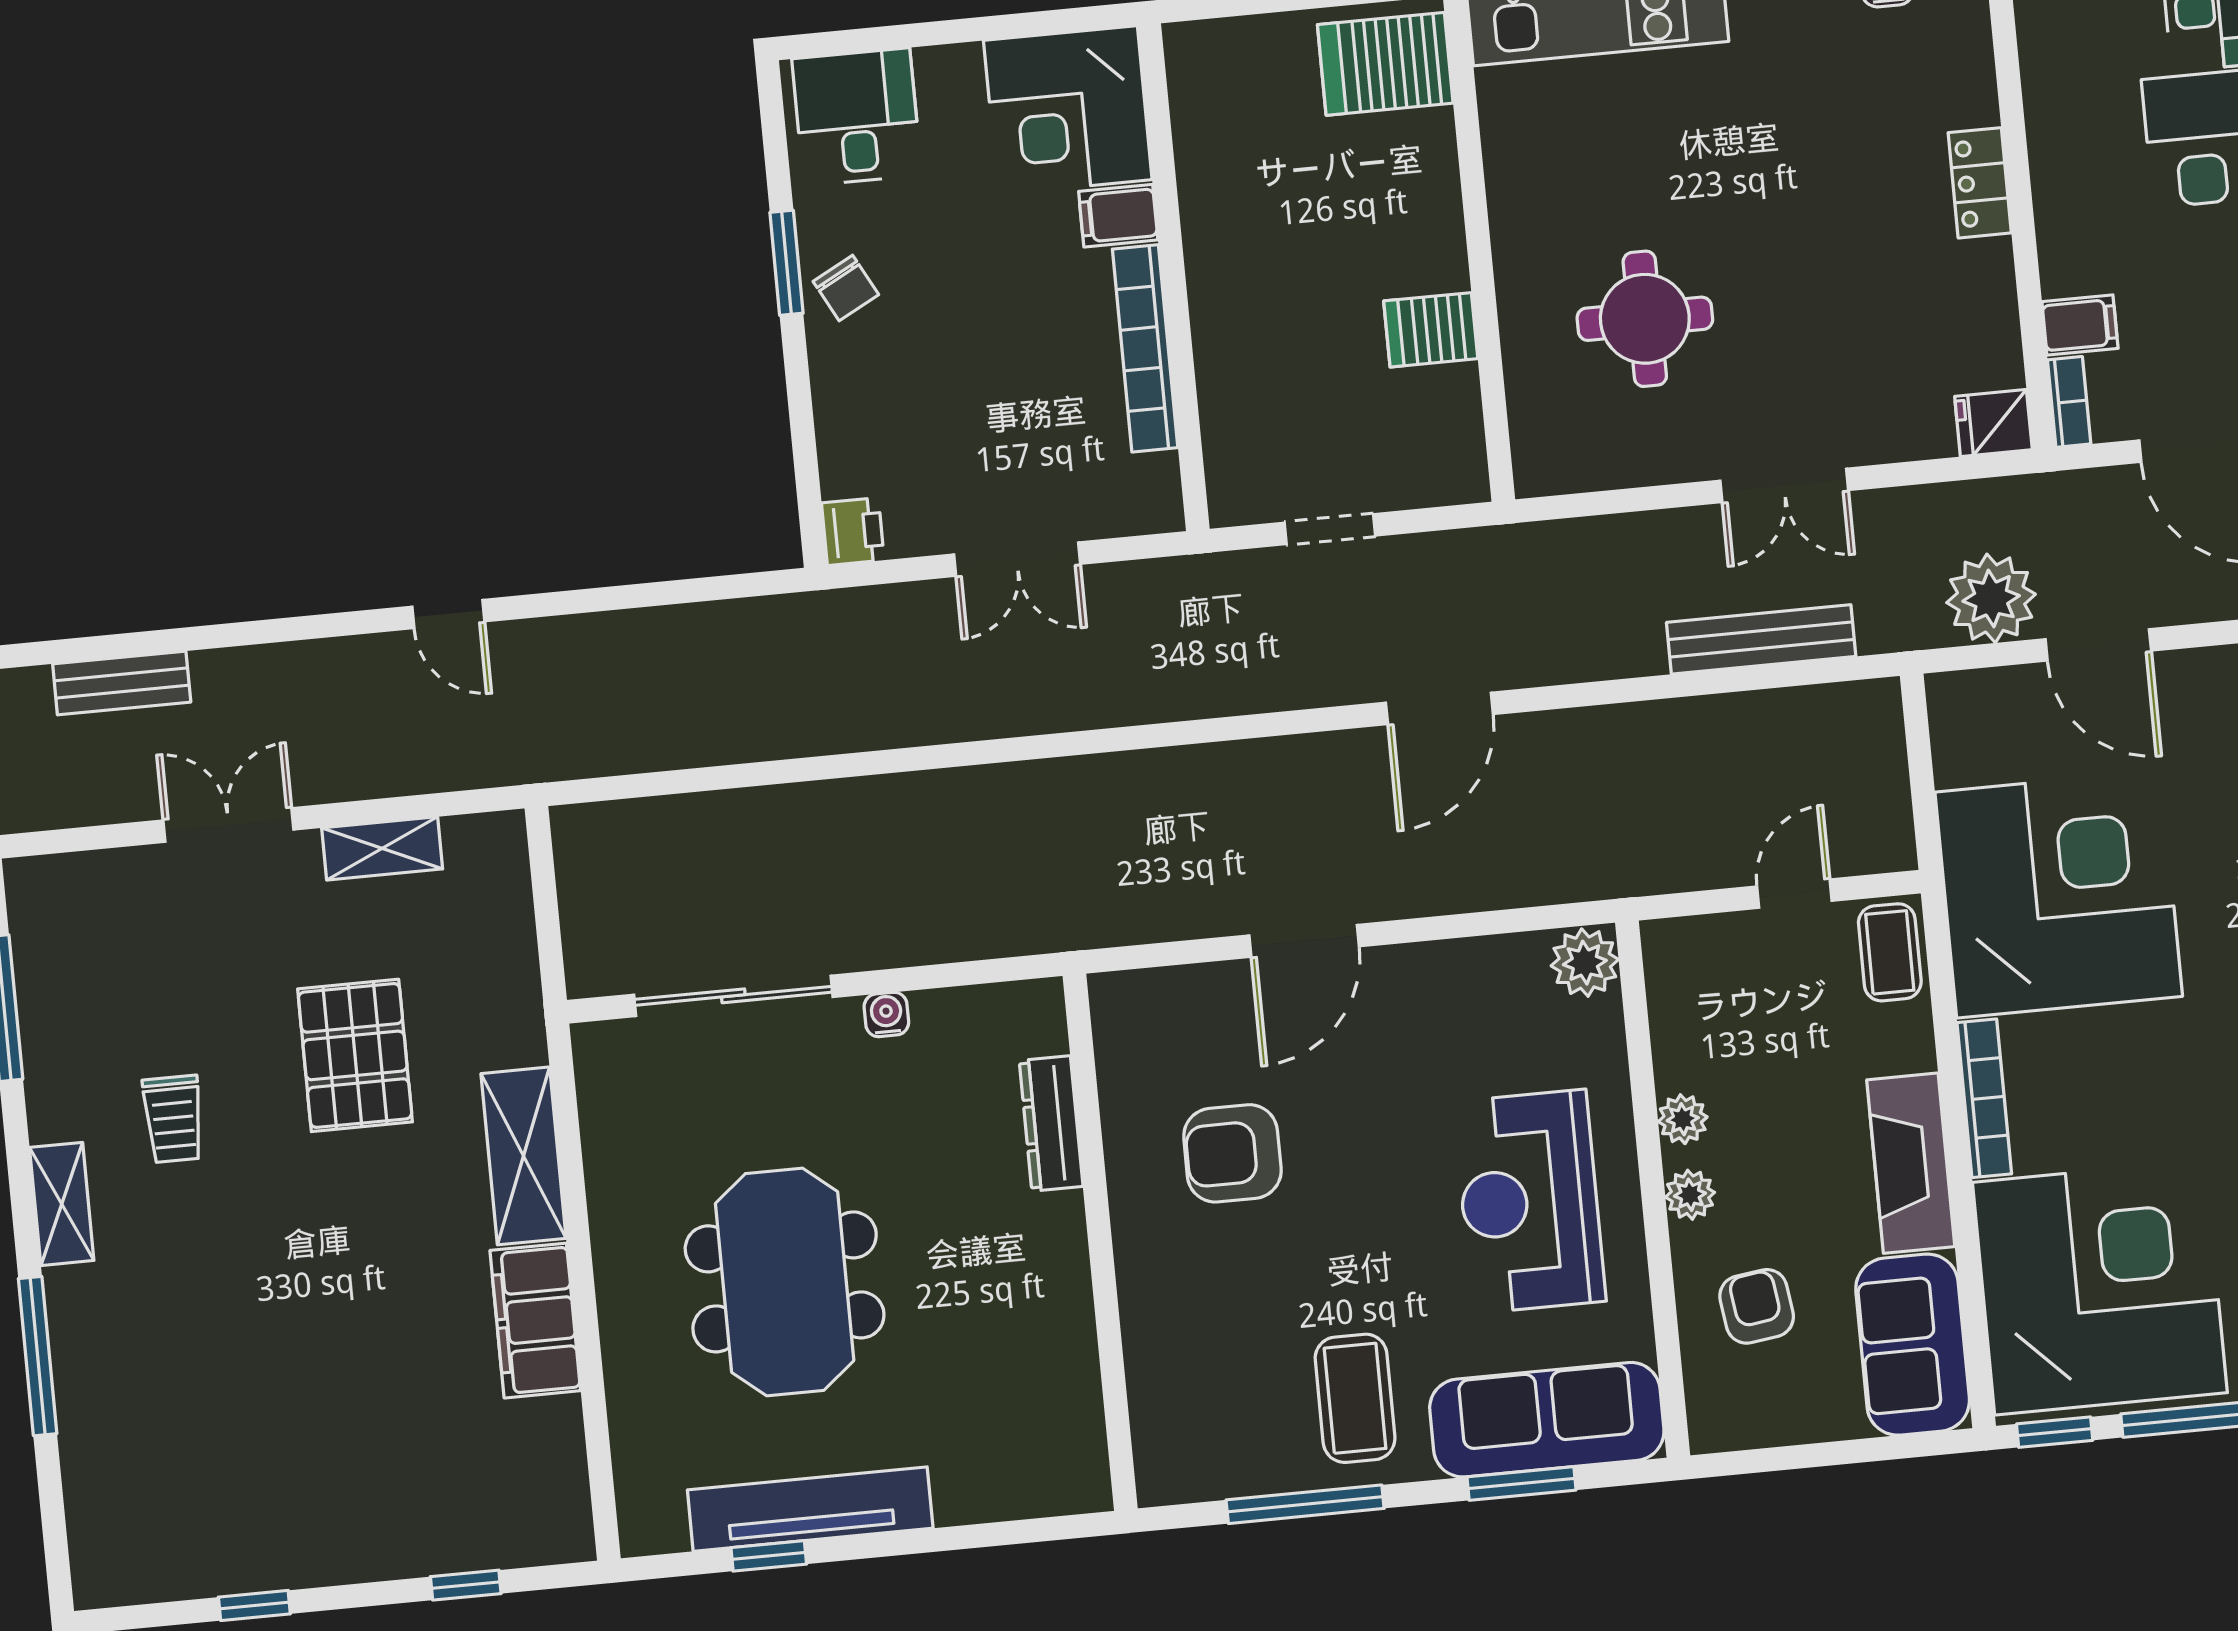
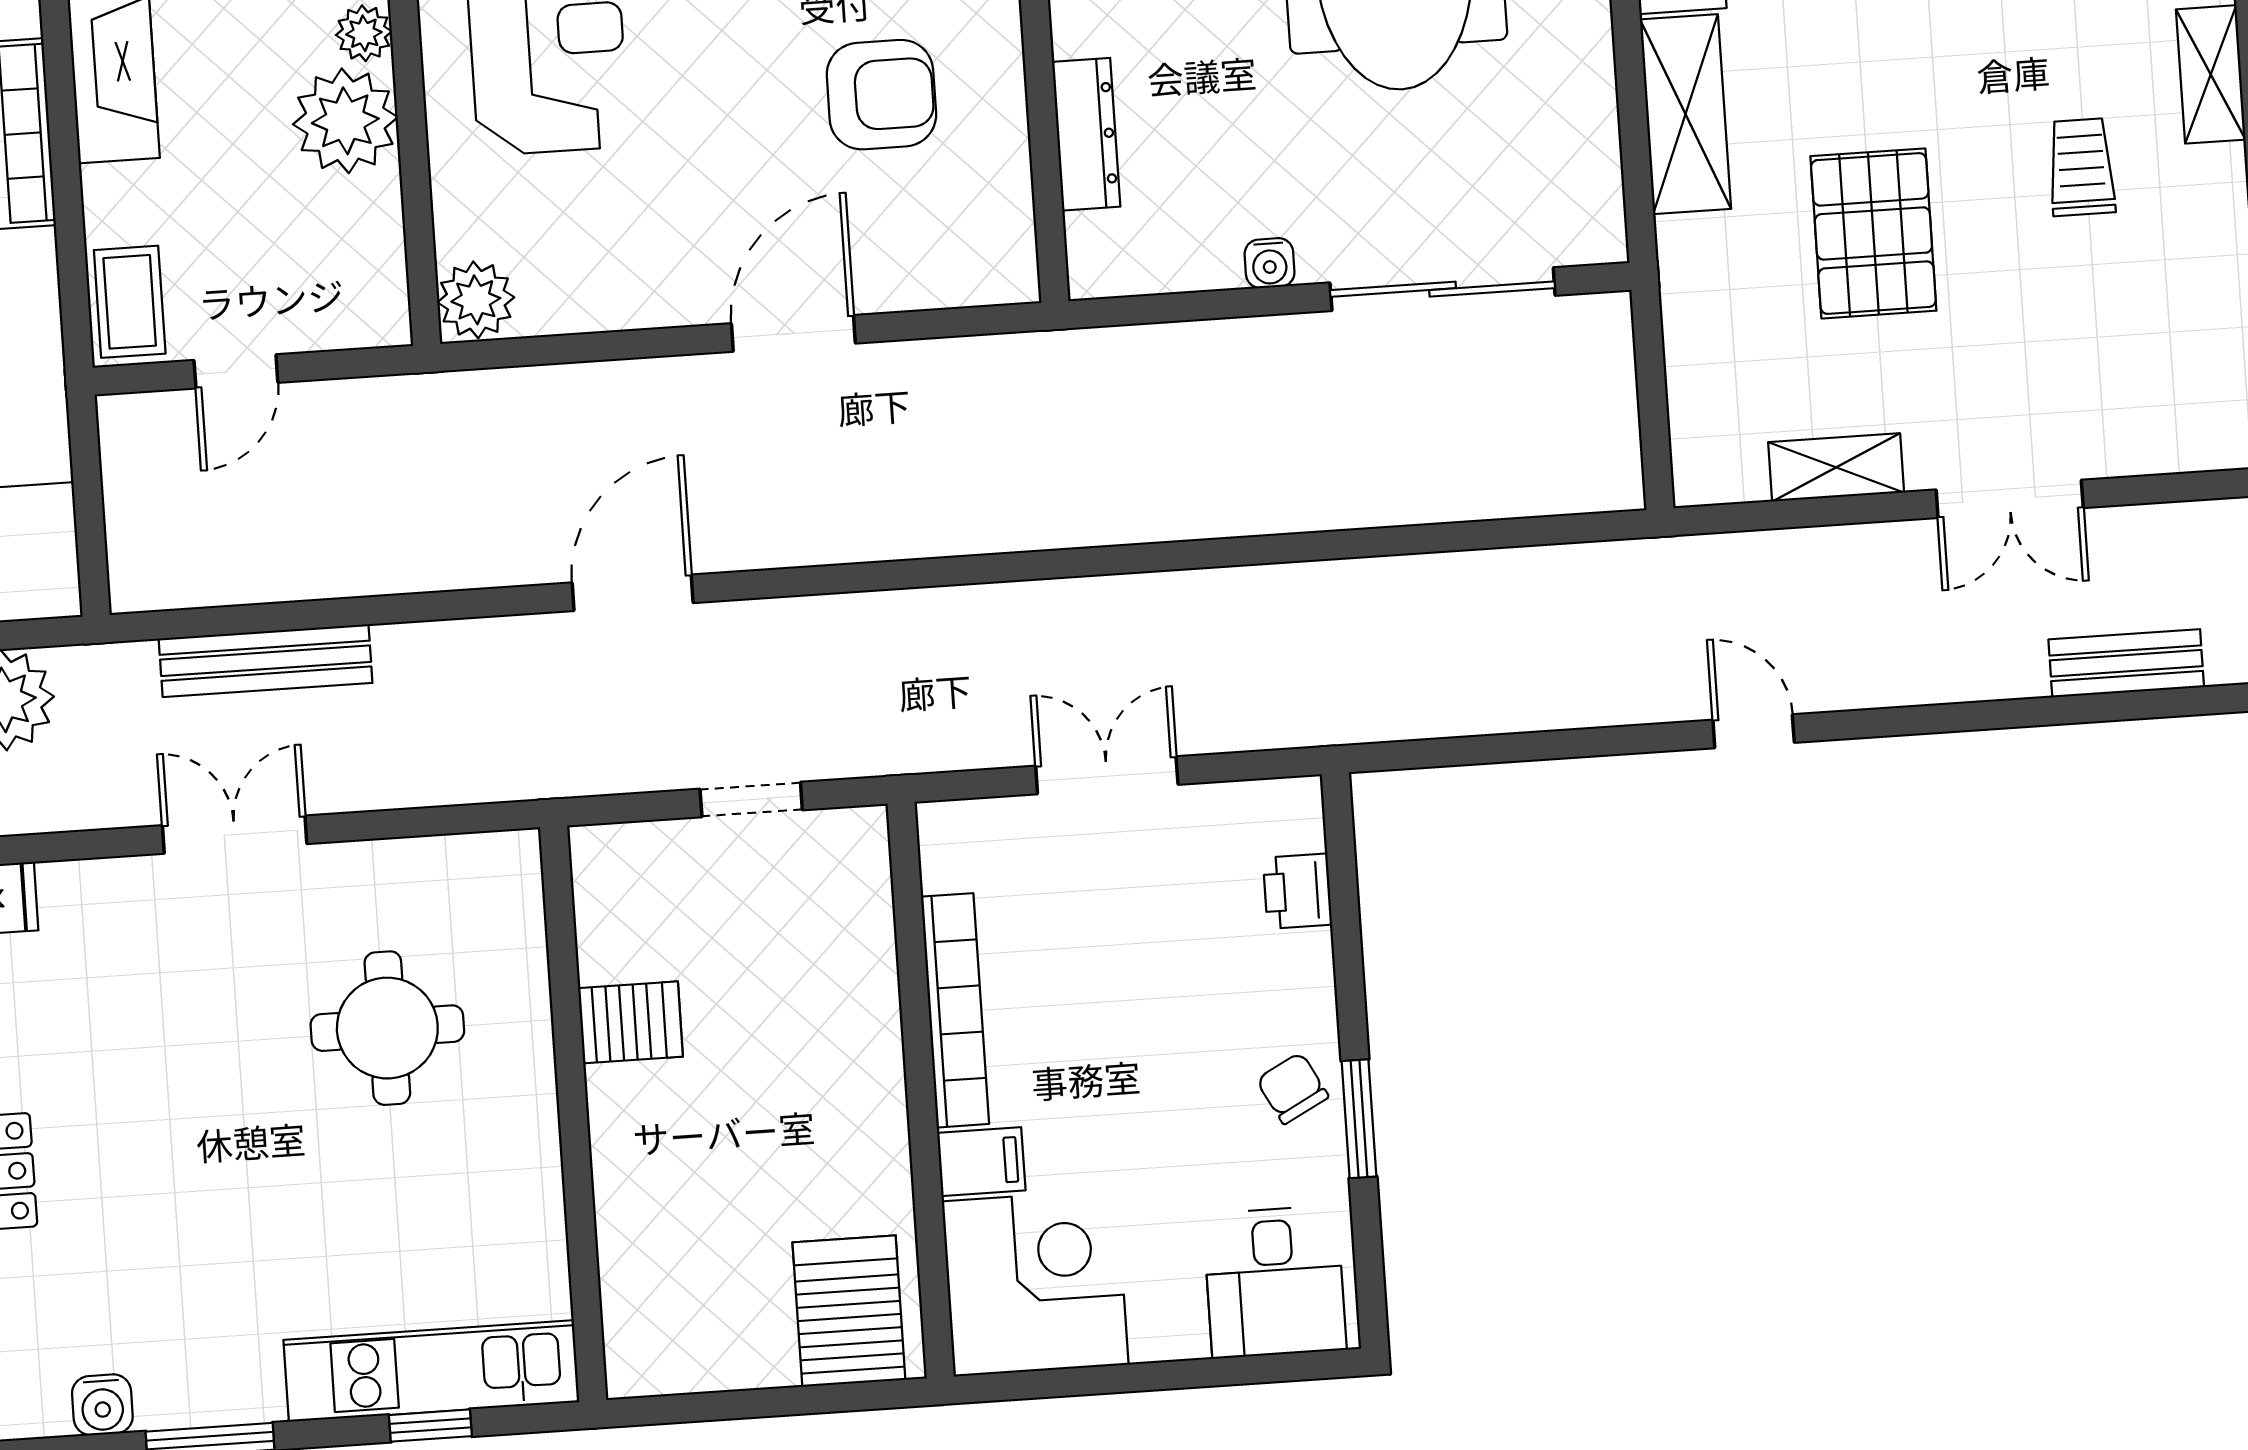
server rack: (1385, 64) -> (849, 1311), moved, turned -90
printer: (853, 532) -> (1298, 891), moved
plant: (1683, 1119) -> (345, 121), width x1.87, depth x1.87

